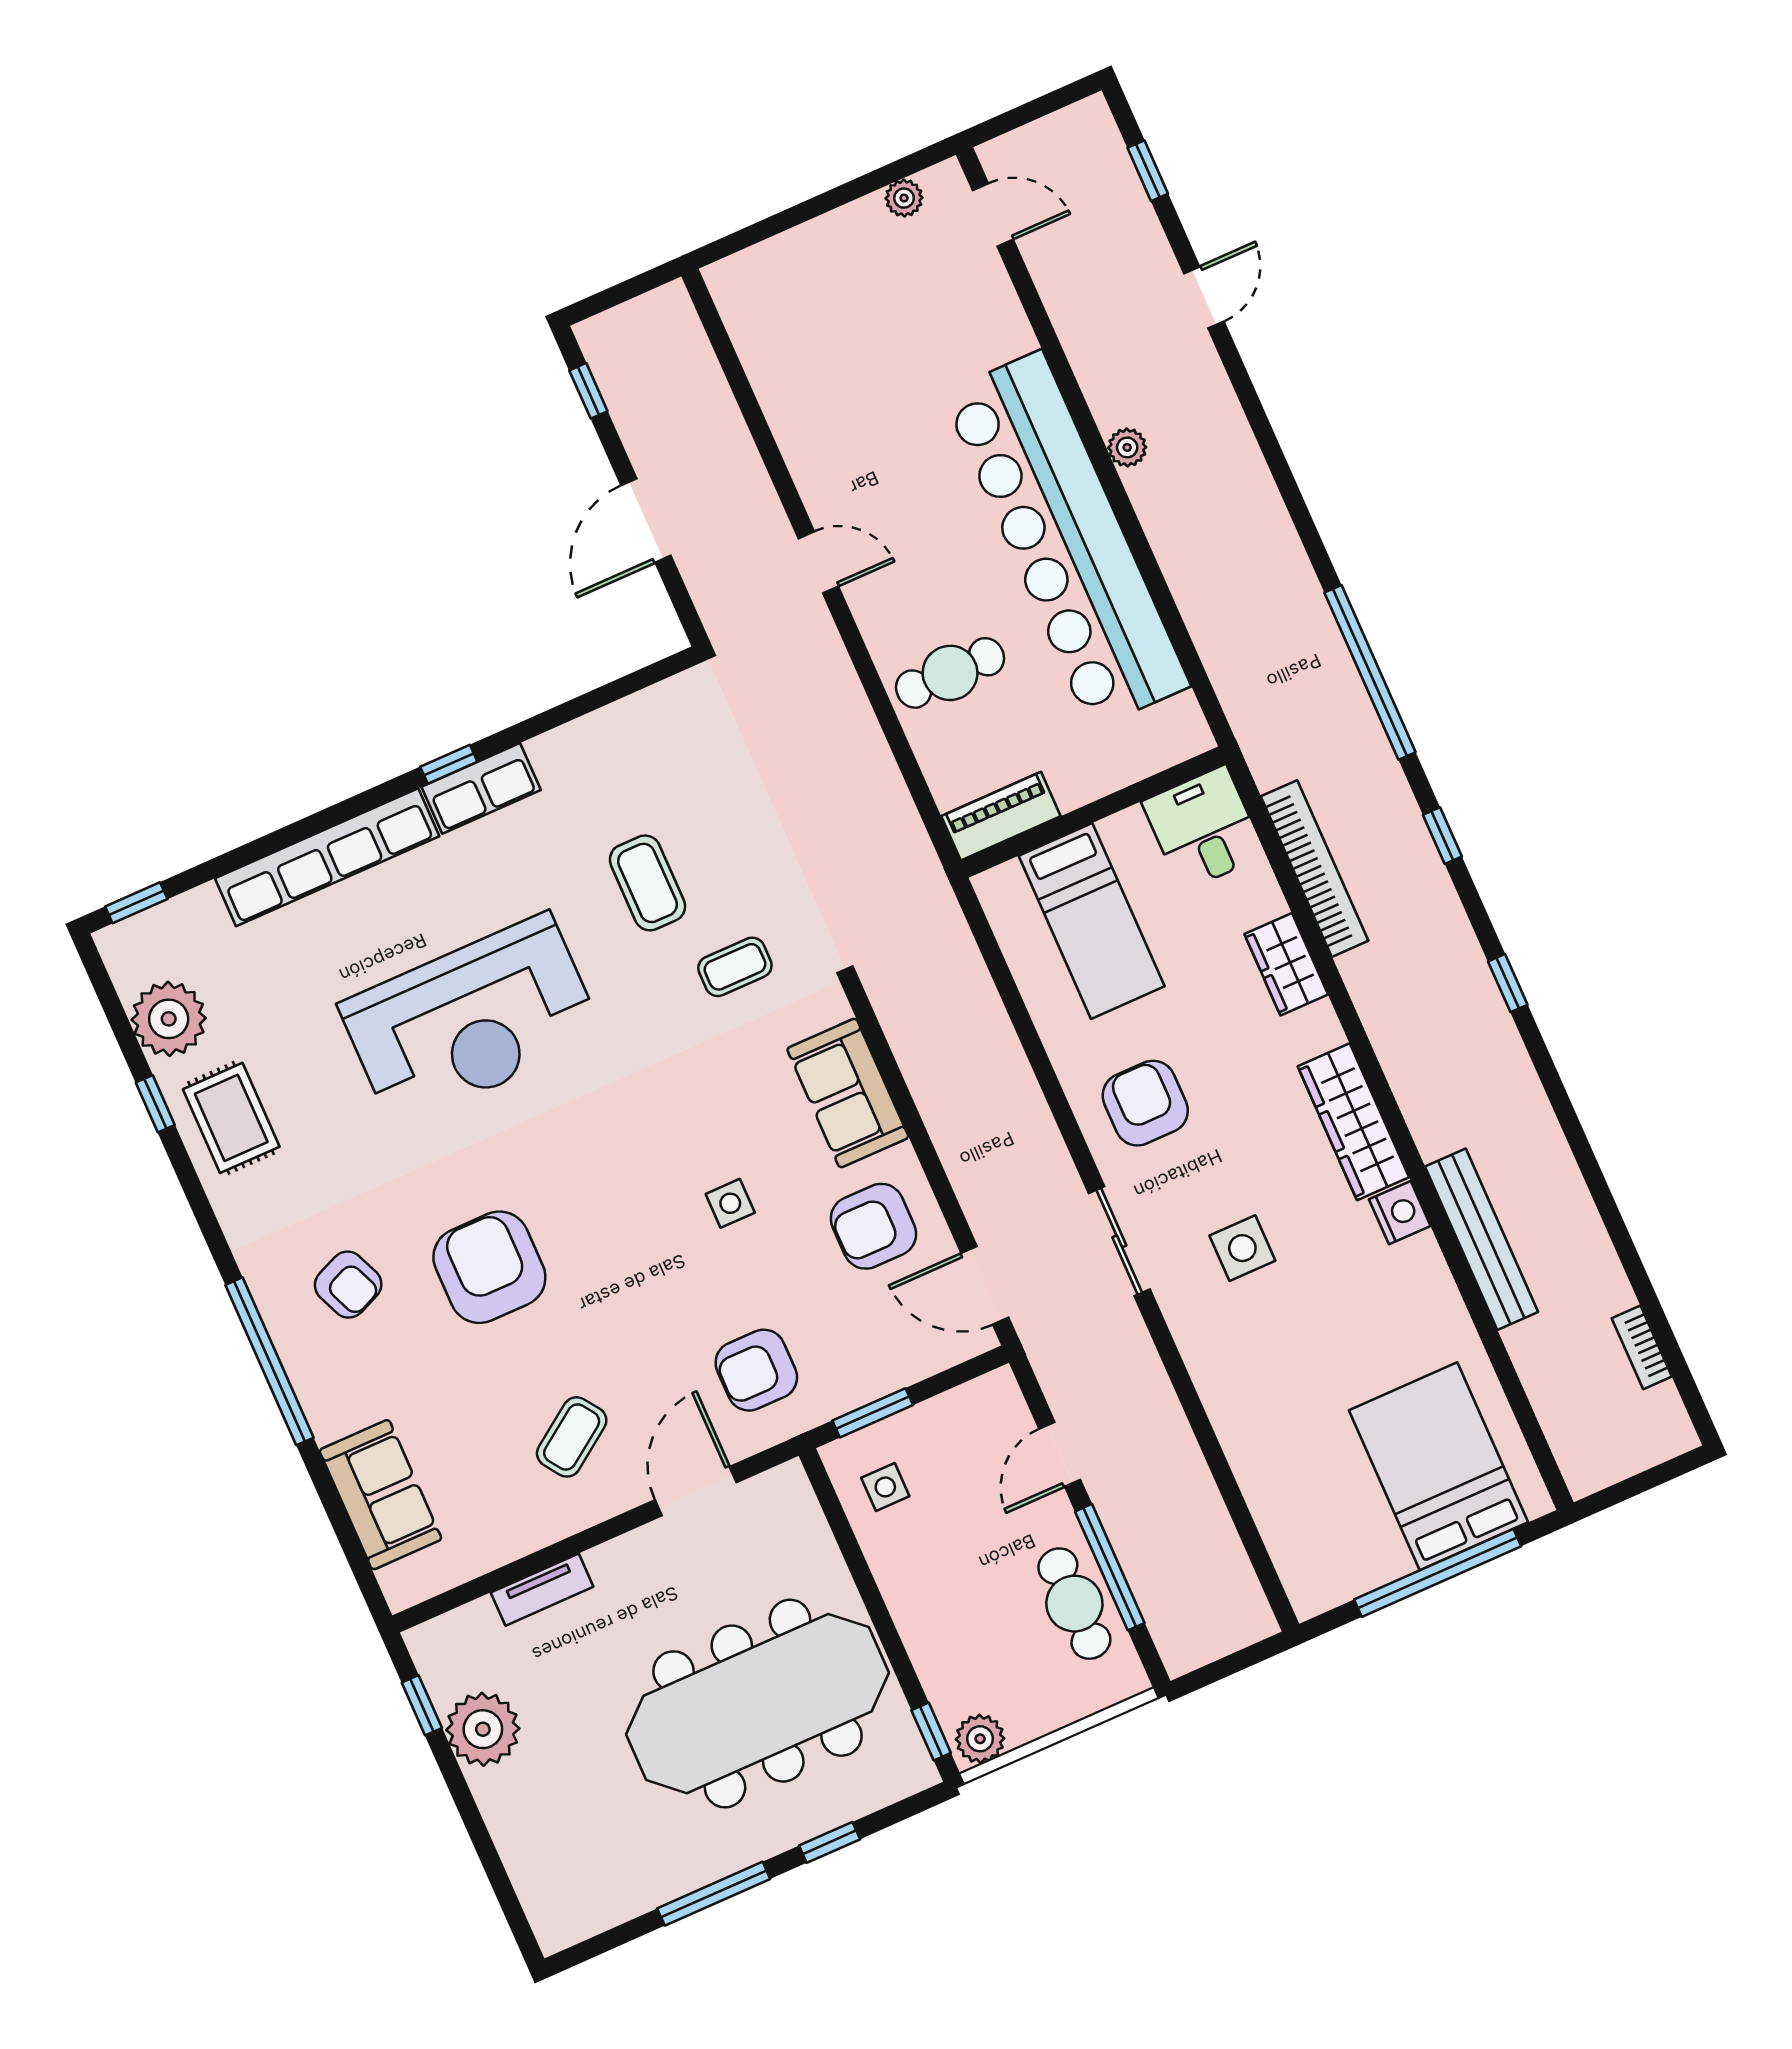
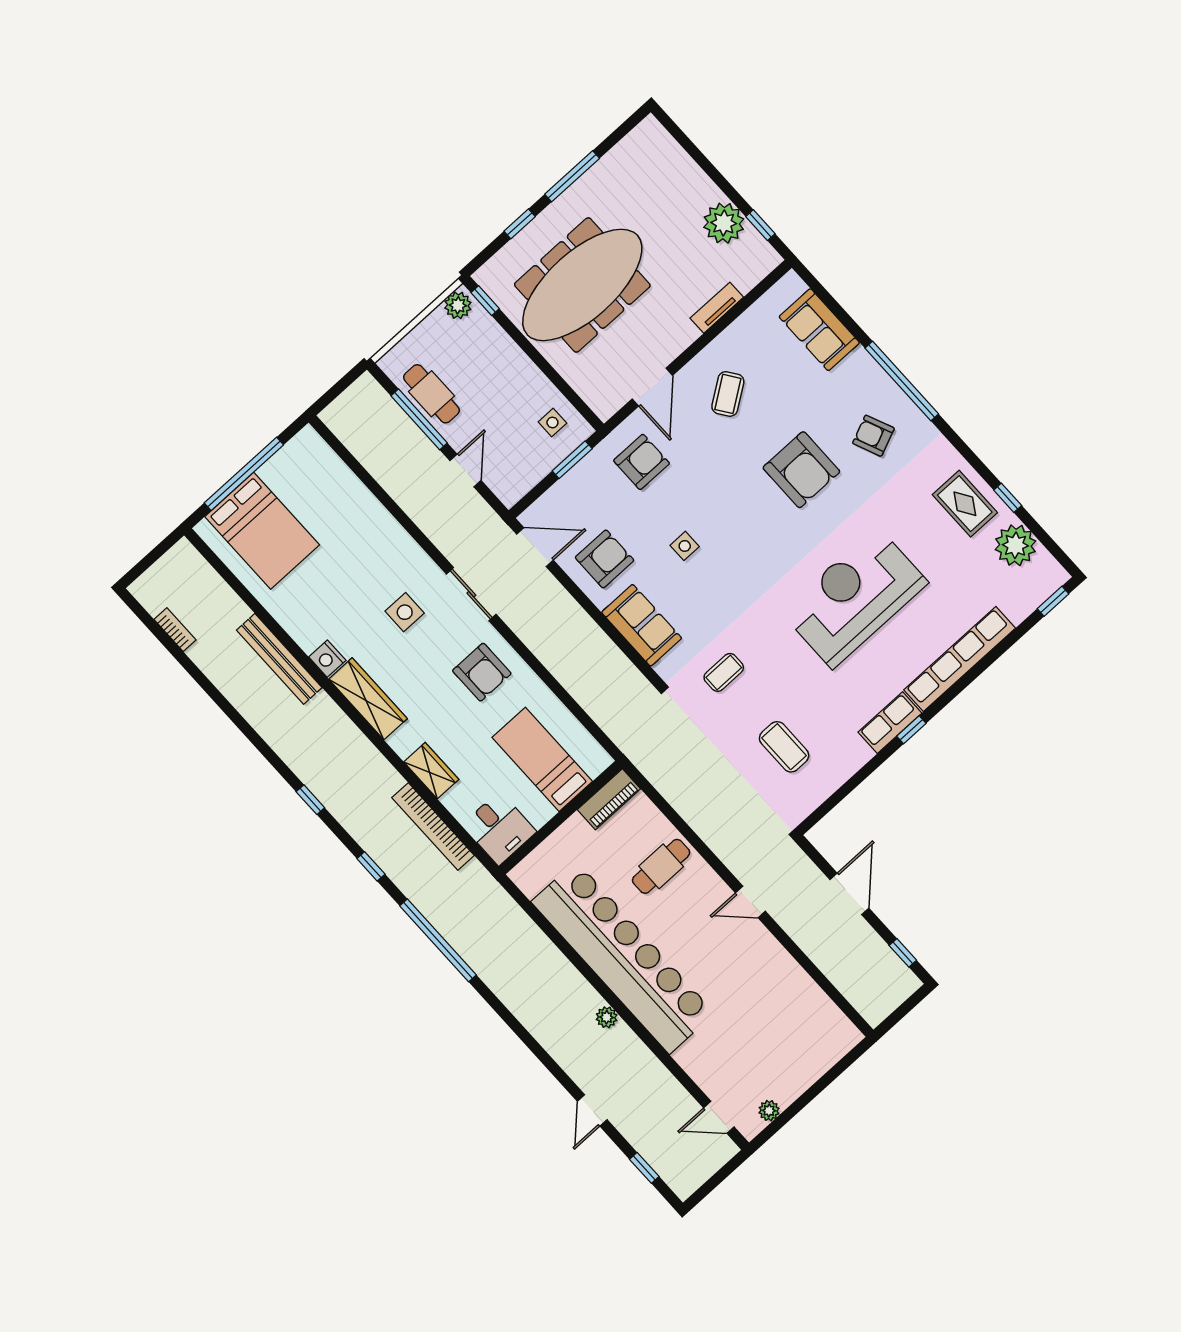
coffee table: (647, 883) -> (784, 747), moved

